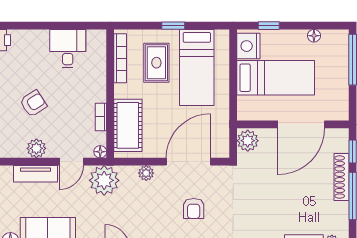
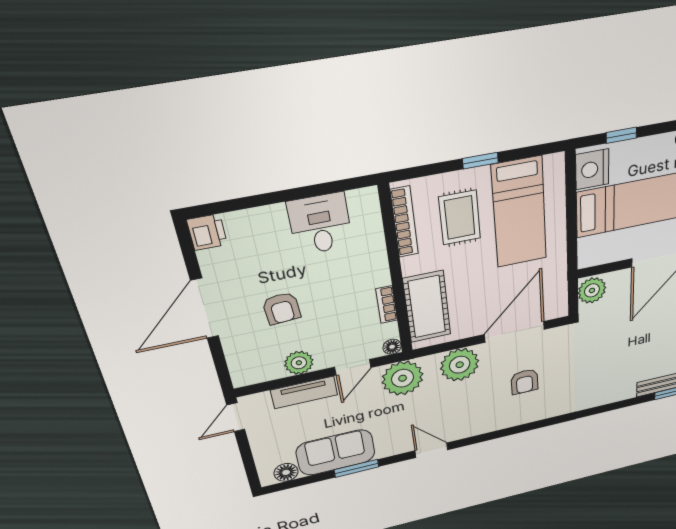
armchair: (33, 103) -> (282, 308), turned 119
plant: (146, 173) -> (460, 365), width x1.88, depth x1.88

